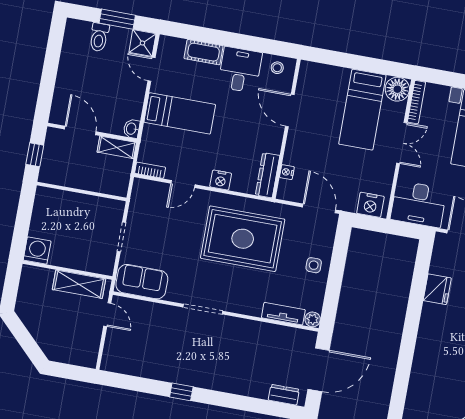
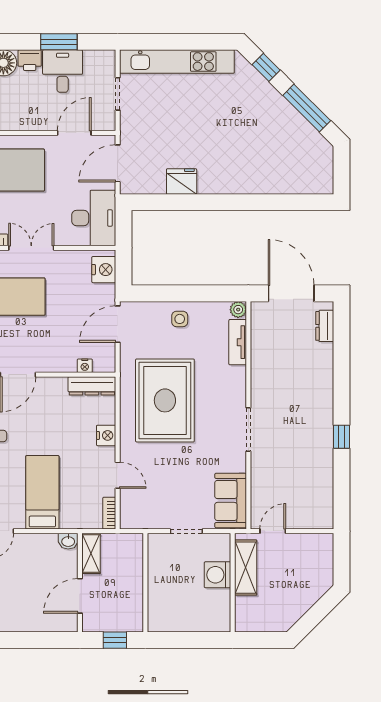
washing machine: (37, 251) -> (217, 575), moved

